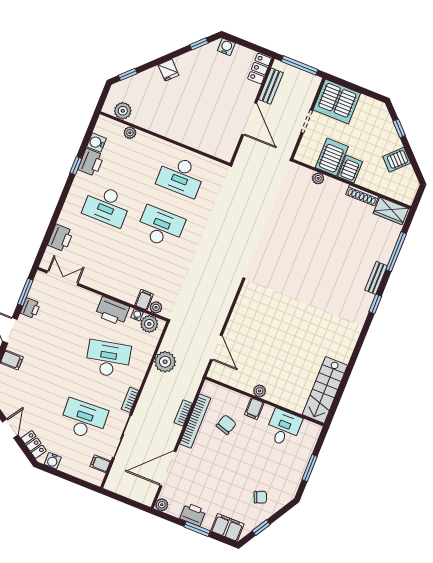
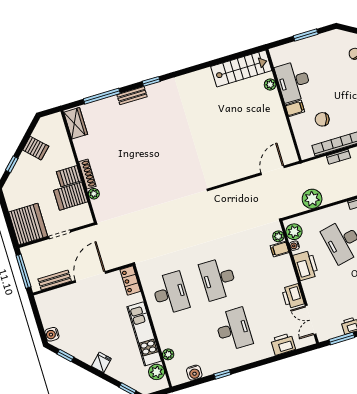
locker: (260, 69) -> (130, 281), moved, turned 90
kitchen unit: (164, 126) -> (144, 334), added
printer: (91, 162) -> (293, 296), moved, turned -90
shoe rack: (362, 195) -> (87, 174), moved
plant: (260, 391) -> (270, 84), moved
desk: (283, 428) -> (293, 81), width x1.37

